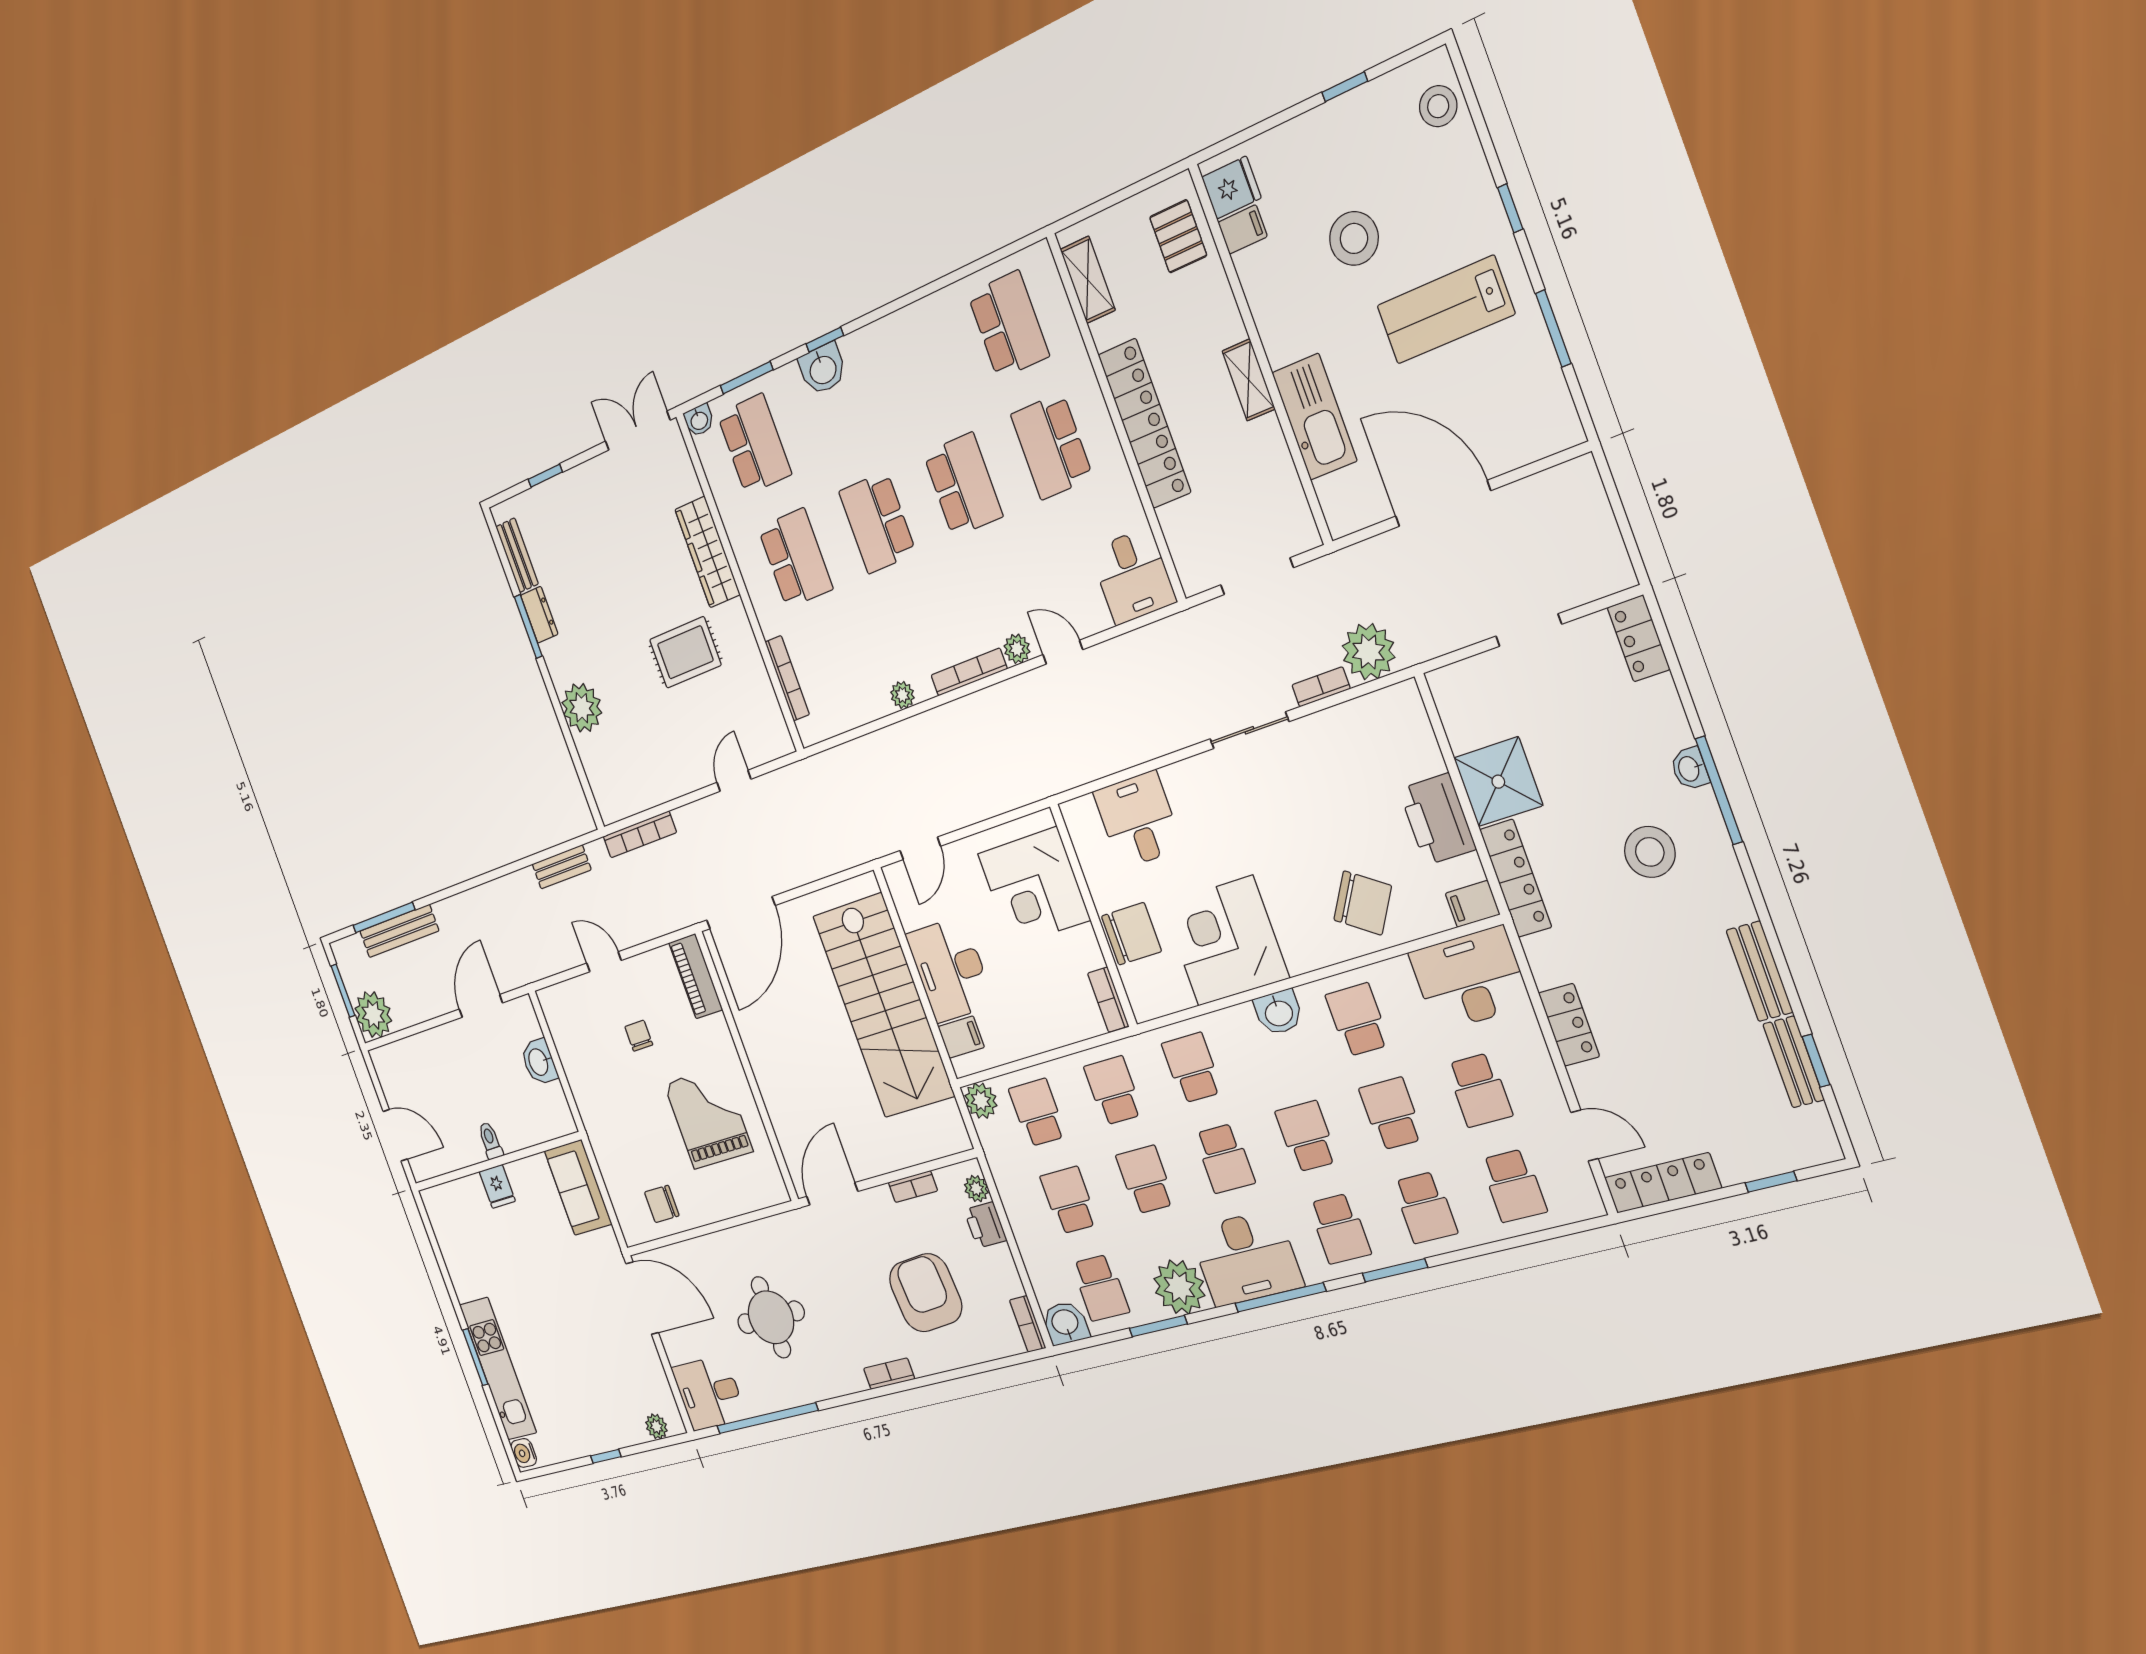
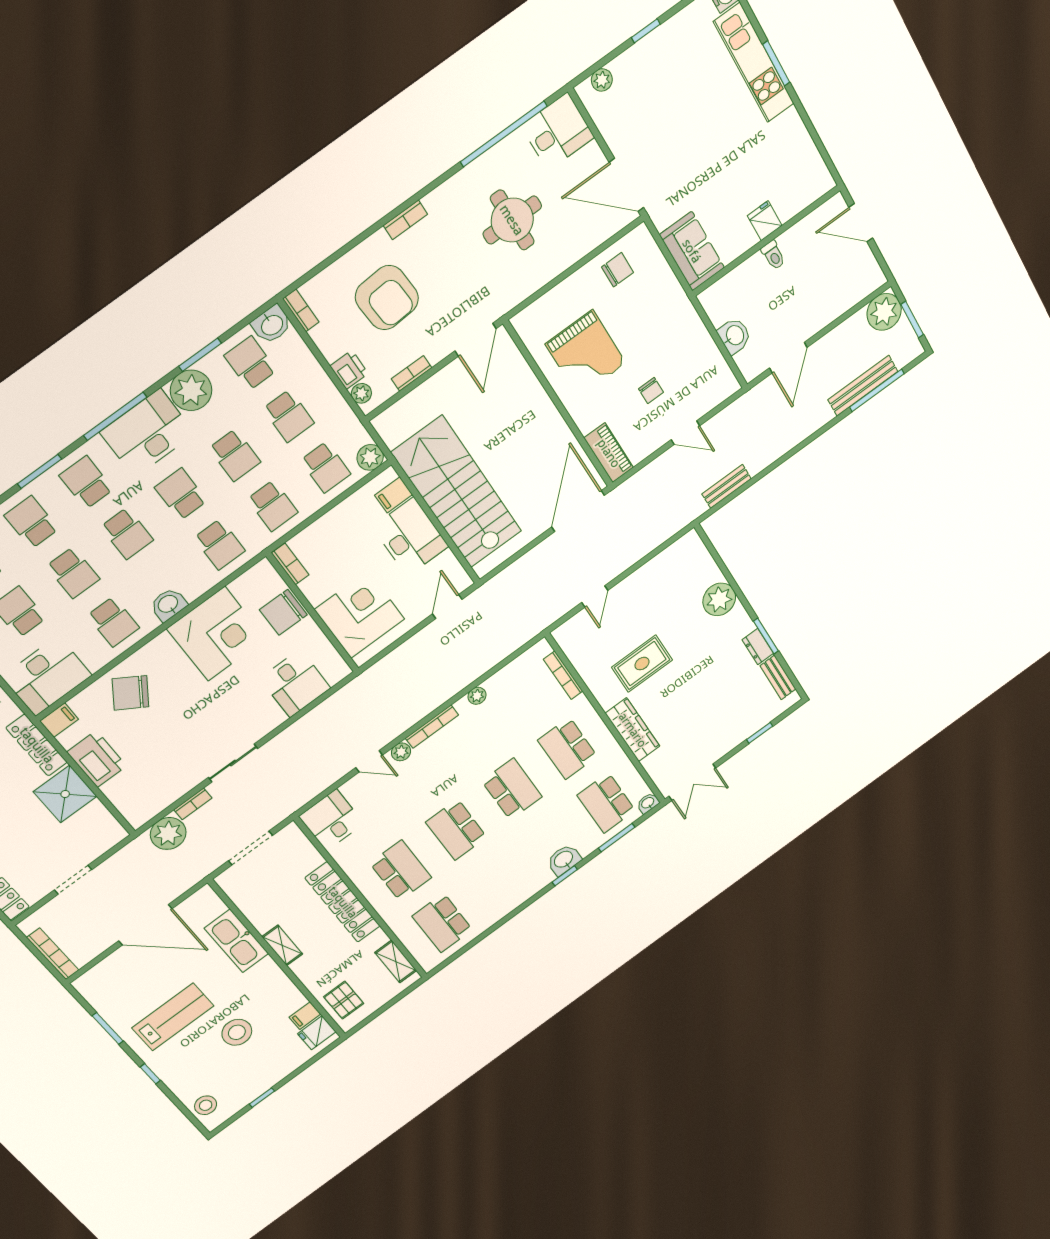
bookcase: (640, 834) -> (53, 954), moved, turned 90

